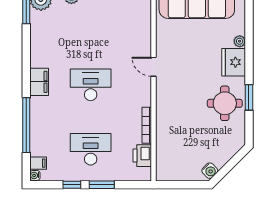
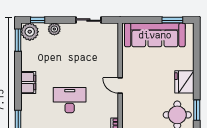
plant: (240, 41) -> (189, 65), removed
filing cabinet: (39, 82) -> (28, 83), moved

